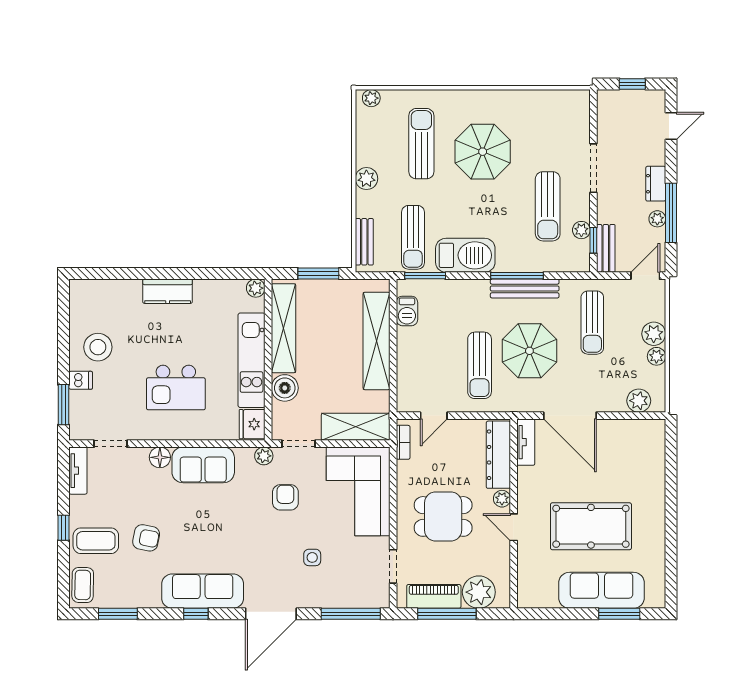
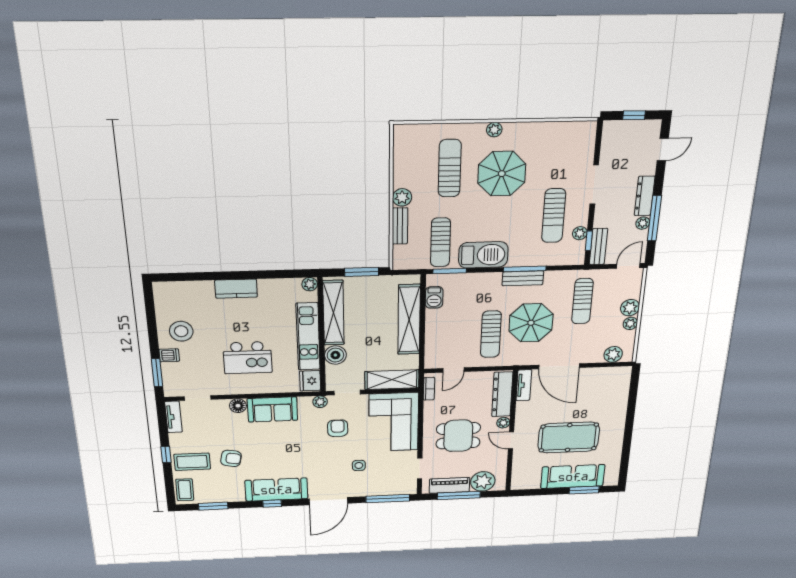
plant: (371, 98) -> (494, 130), moved
dresser: (656, 184) -> (645, 196), width x1.44
bench: (364, 242) -> (400, 226), moved
bench: (525, 288) -> (523, 278), width x0.73

